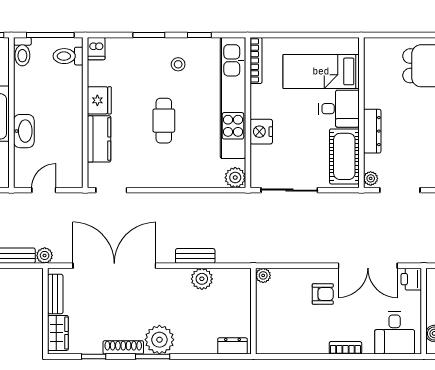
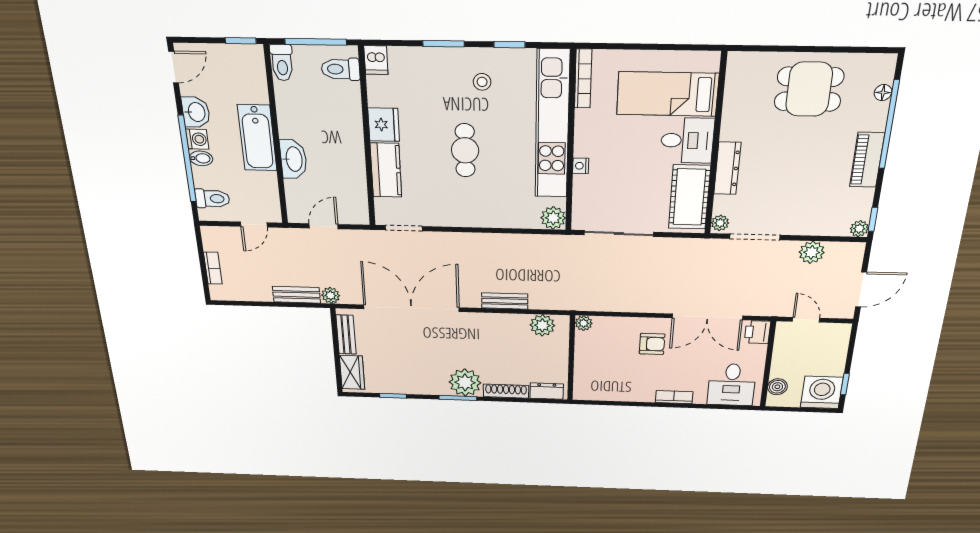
nightstand: (261, 132) -> (581, 166), width x0.53, depth x0.56
plant: (202, 279) -> (542, 325), moved
shoe rack: (123, 347) -> (506, 391), moved

